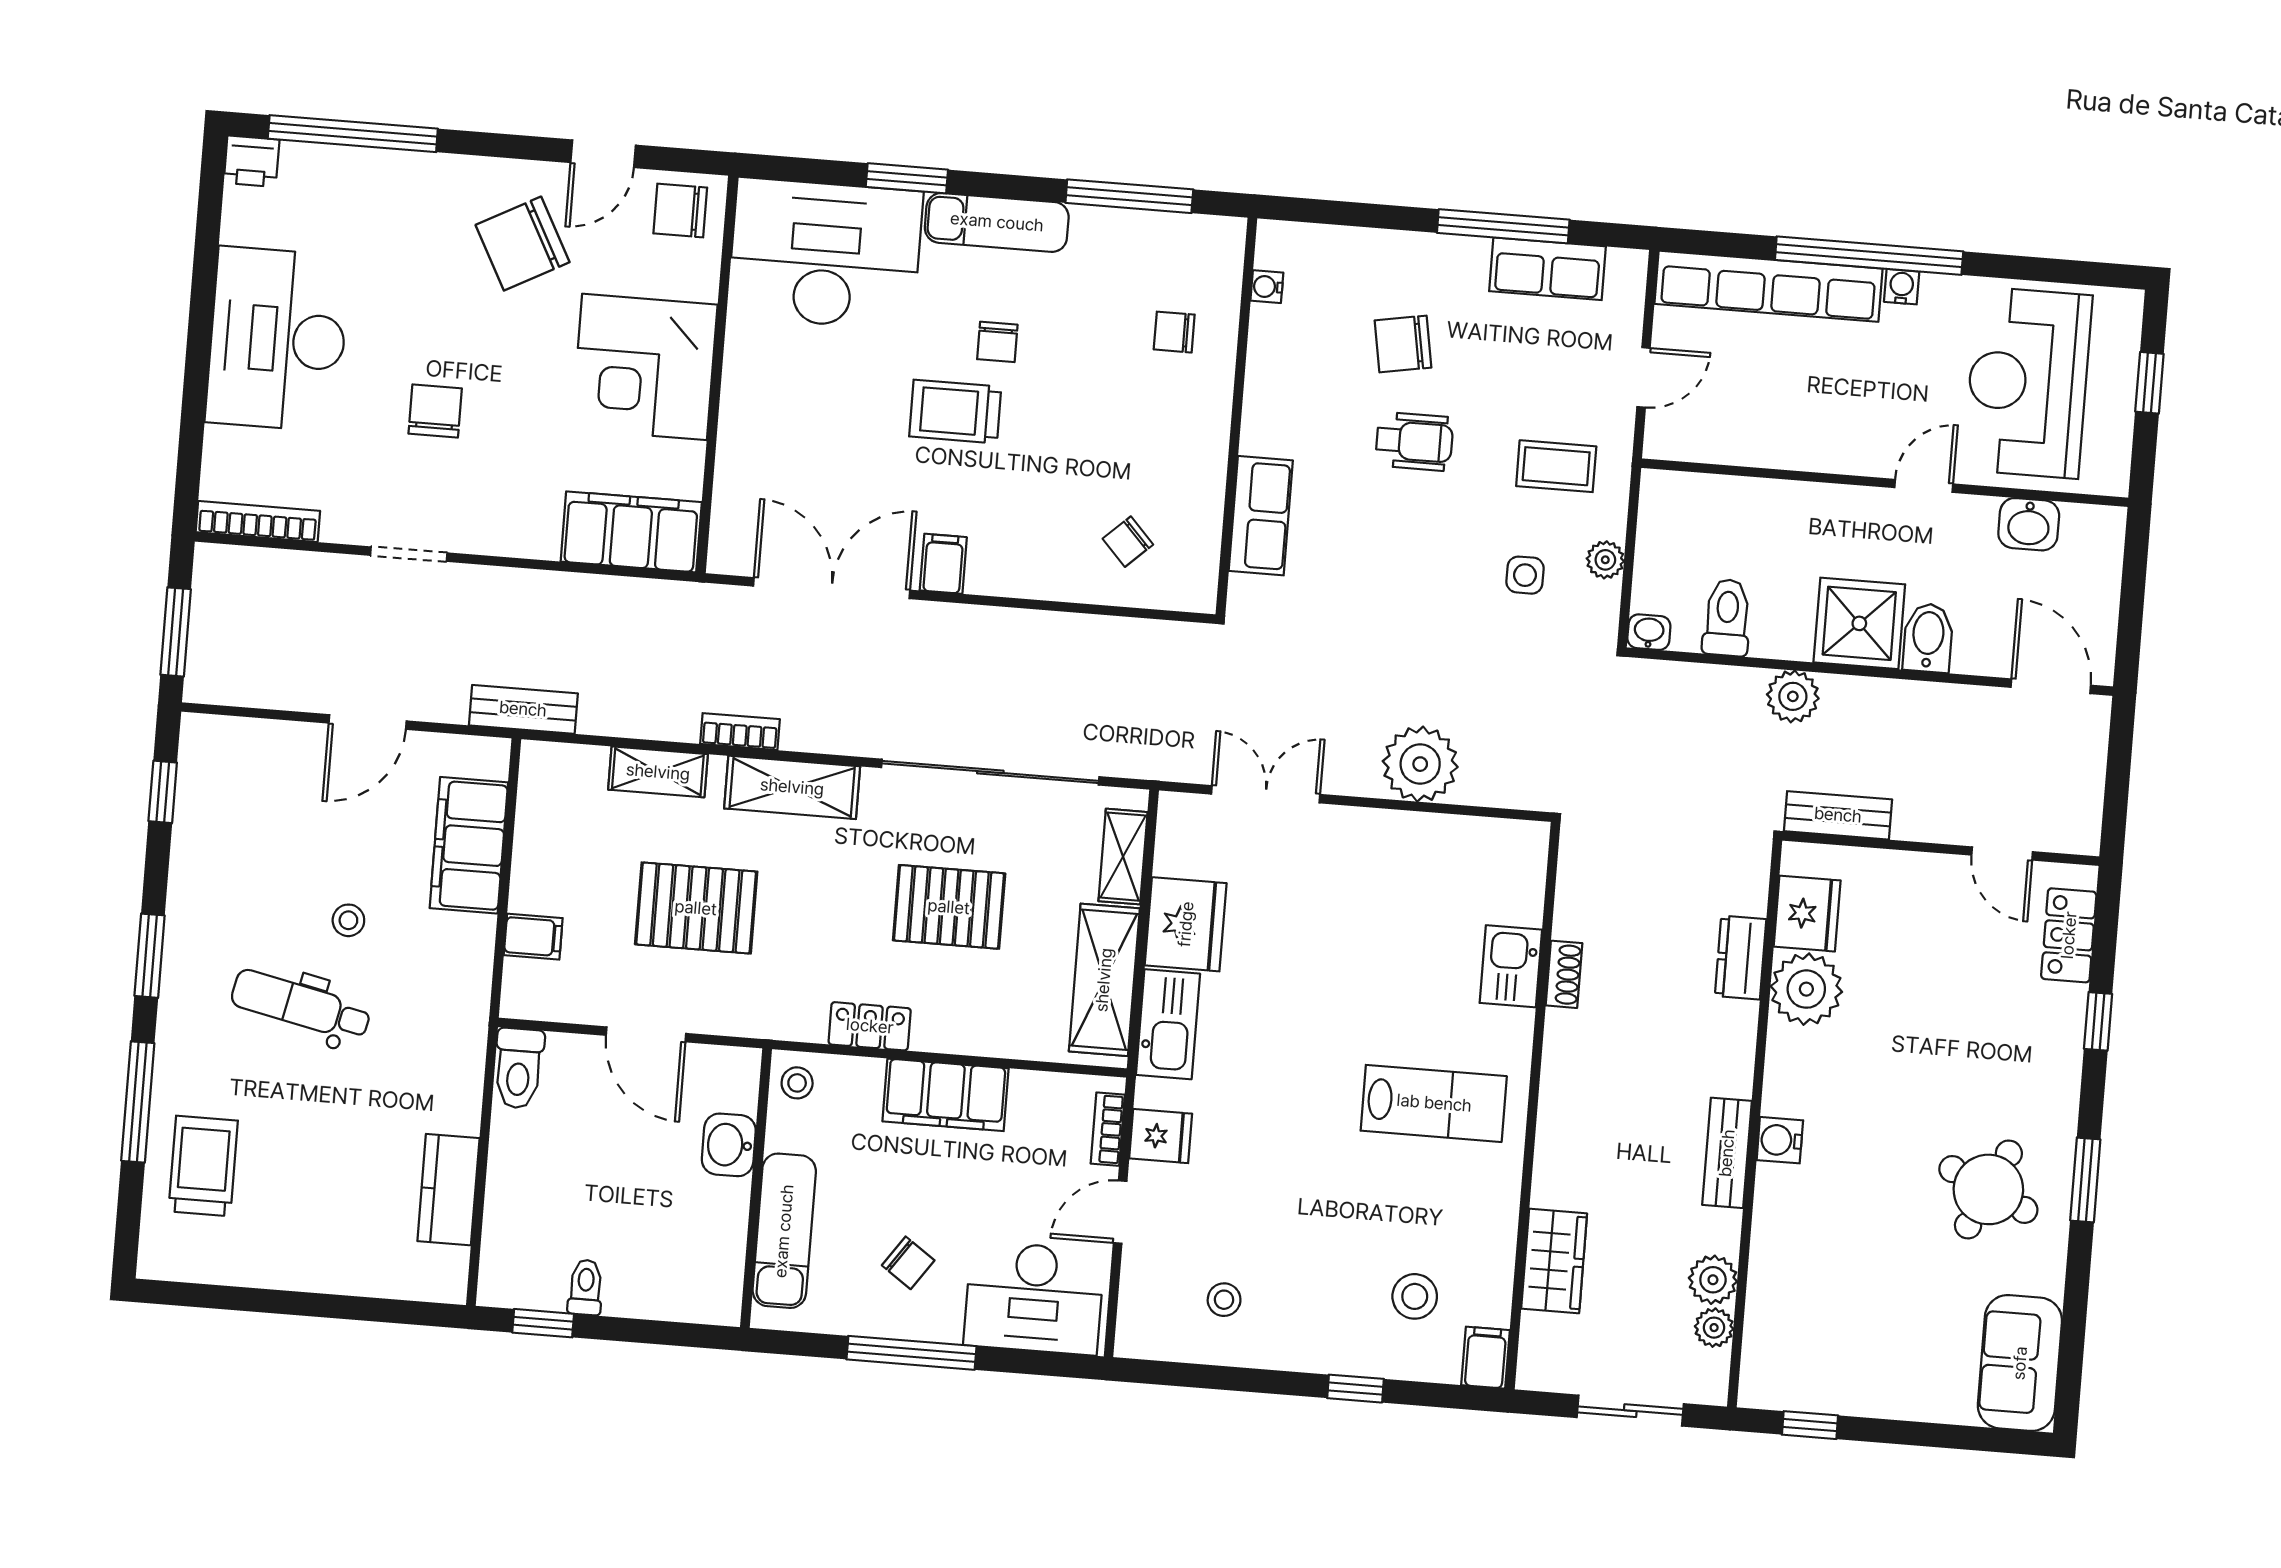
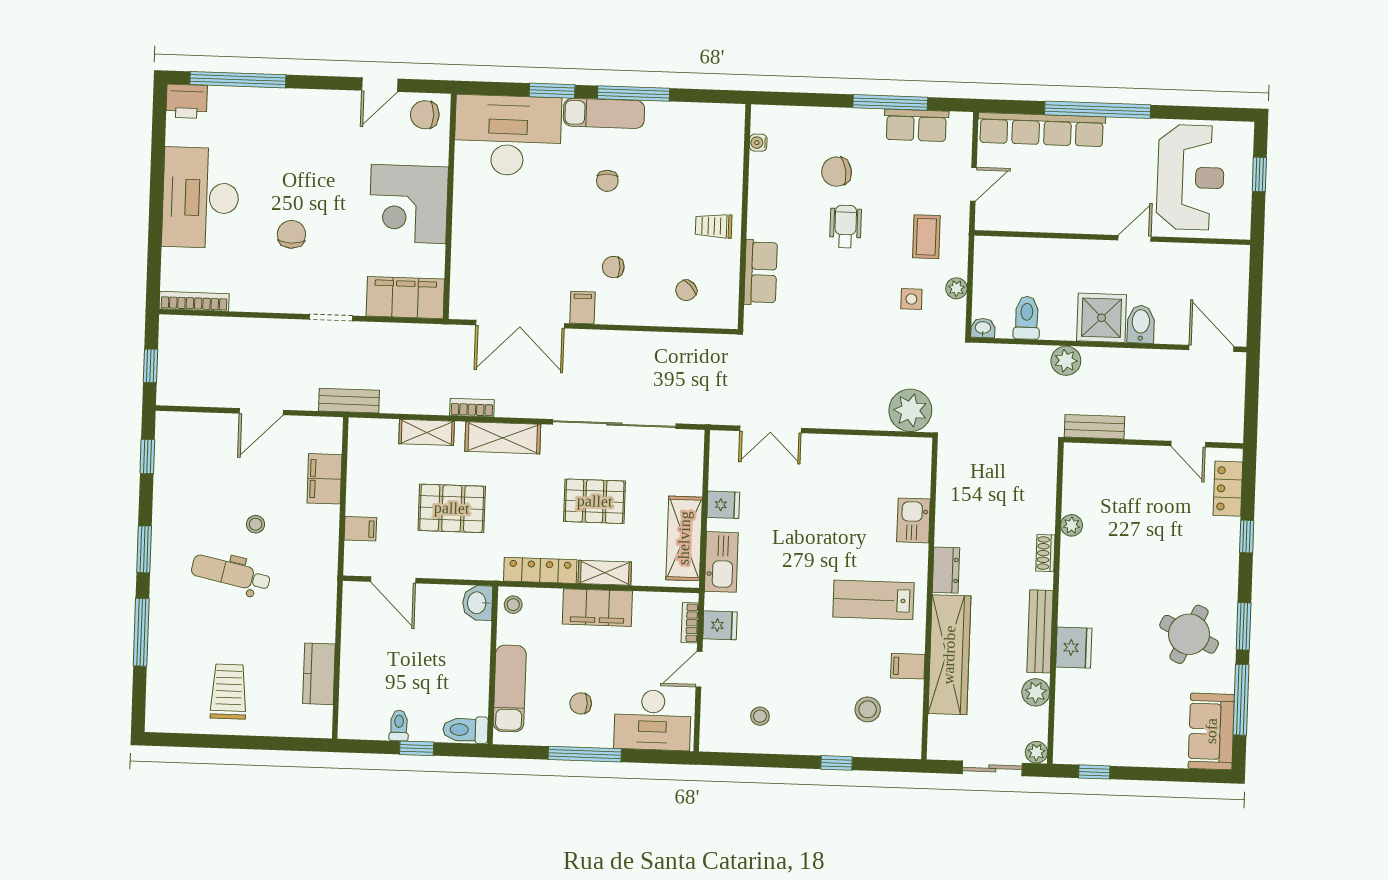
printer: (252, 161) -> (187, 101), width x1.36, depth x1.24
window: (1129, 196) -> (634, 94), moved
chair: (523, 244) -> (337, 137), removed
water cooler: (1902, 287) -> (1117, 126), removed
chair: (1174, 332) -> (613, 267), moved
reception desk: (2028, 383) -> (1191, 177), turned 180
trolley: (955, 412) -> (714, 226), moved, width x0.73, depth x0.72
wheelchair: (1414, 441) -> (846, 226), turned -90
coffee table: (1556, 466) -> (926, 237), turned 90
washbasin: (2029, 524) -> (1195, 257), removed
doorway: (409, 554) -> (331, 318), moved
double door: (832, 588) -> (520, 324), swing flipped
window: (176, 632) -> (150, 366), width x0.67
plant: (1420, 764) -> (910, 410), moved
double door: (1266, 794) -> (771, 429), swing flipped
filing cabinet: (469, 845) -> (324, 479), width x0.67, depth x0.86
shelving: (1123, 857) -> (605, 573), moved, turned 90
fridge: (1807, 914) -> (1074, 648), moved
fridge: (1186, 924) -> (723, 505), width x0.53, depth x0.75
dresser: (1741, 958) -> (946, 570), moved, turned 180
shoe rack: (1564, 974) -> (1045, 553), moved, turned 180
plant: (1806, 989) -> (1072, 525), width x0.53, depth x0.53
locker: (870, 1026) -> (540, 570), width x1.53
door: (646, 1034) -> (393, 580), moved
toilet: (519, 1068) -> (465, 730), moved, turned 90
lab bench: (1434, 1103) -> (873, 600), turned 180
water cooler: (1780, 1140) -> (1070, 612), removed
washbasin: (729, 1145) -> (478, 603), moved
bench: (1727, 1153) -> (1040, 631), width x1.36
trolley: (203, 1166) -> (229, 692), moved
wardrobe: (1554, 1261) -> (949, 655), width x2.10, depth x1.17
chair: (908, 1263) -> (581, 703), turned 145
window: (2075, 1309) -> (1241, 700), added
window: (543, 1323) -> (417, 748), moved
plant: (1714, 1328) -> (1036, 752), moved
filing cabinet: (1486, 1358) -> (908, 666), moved, turned -90

